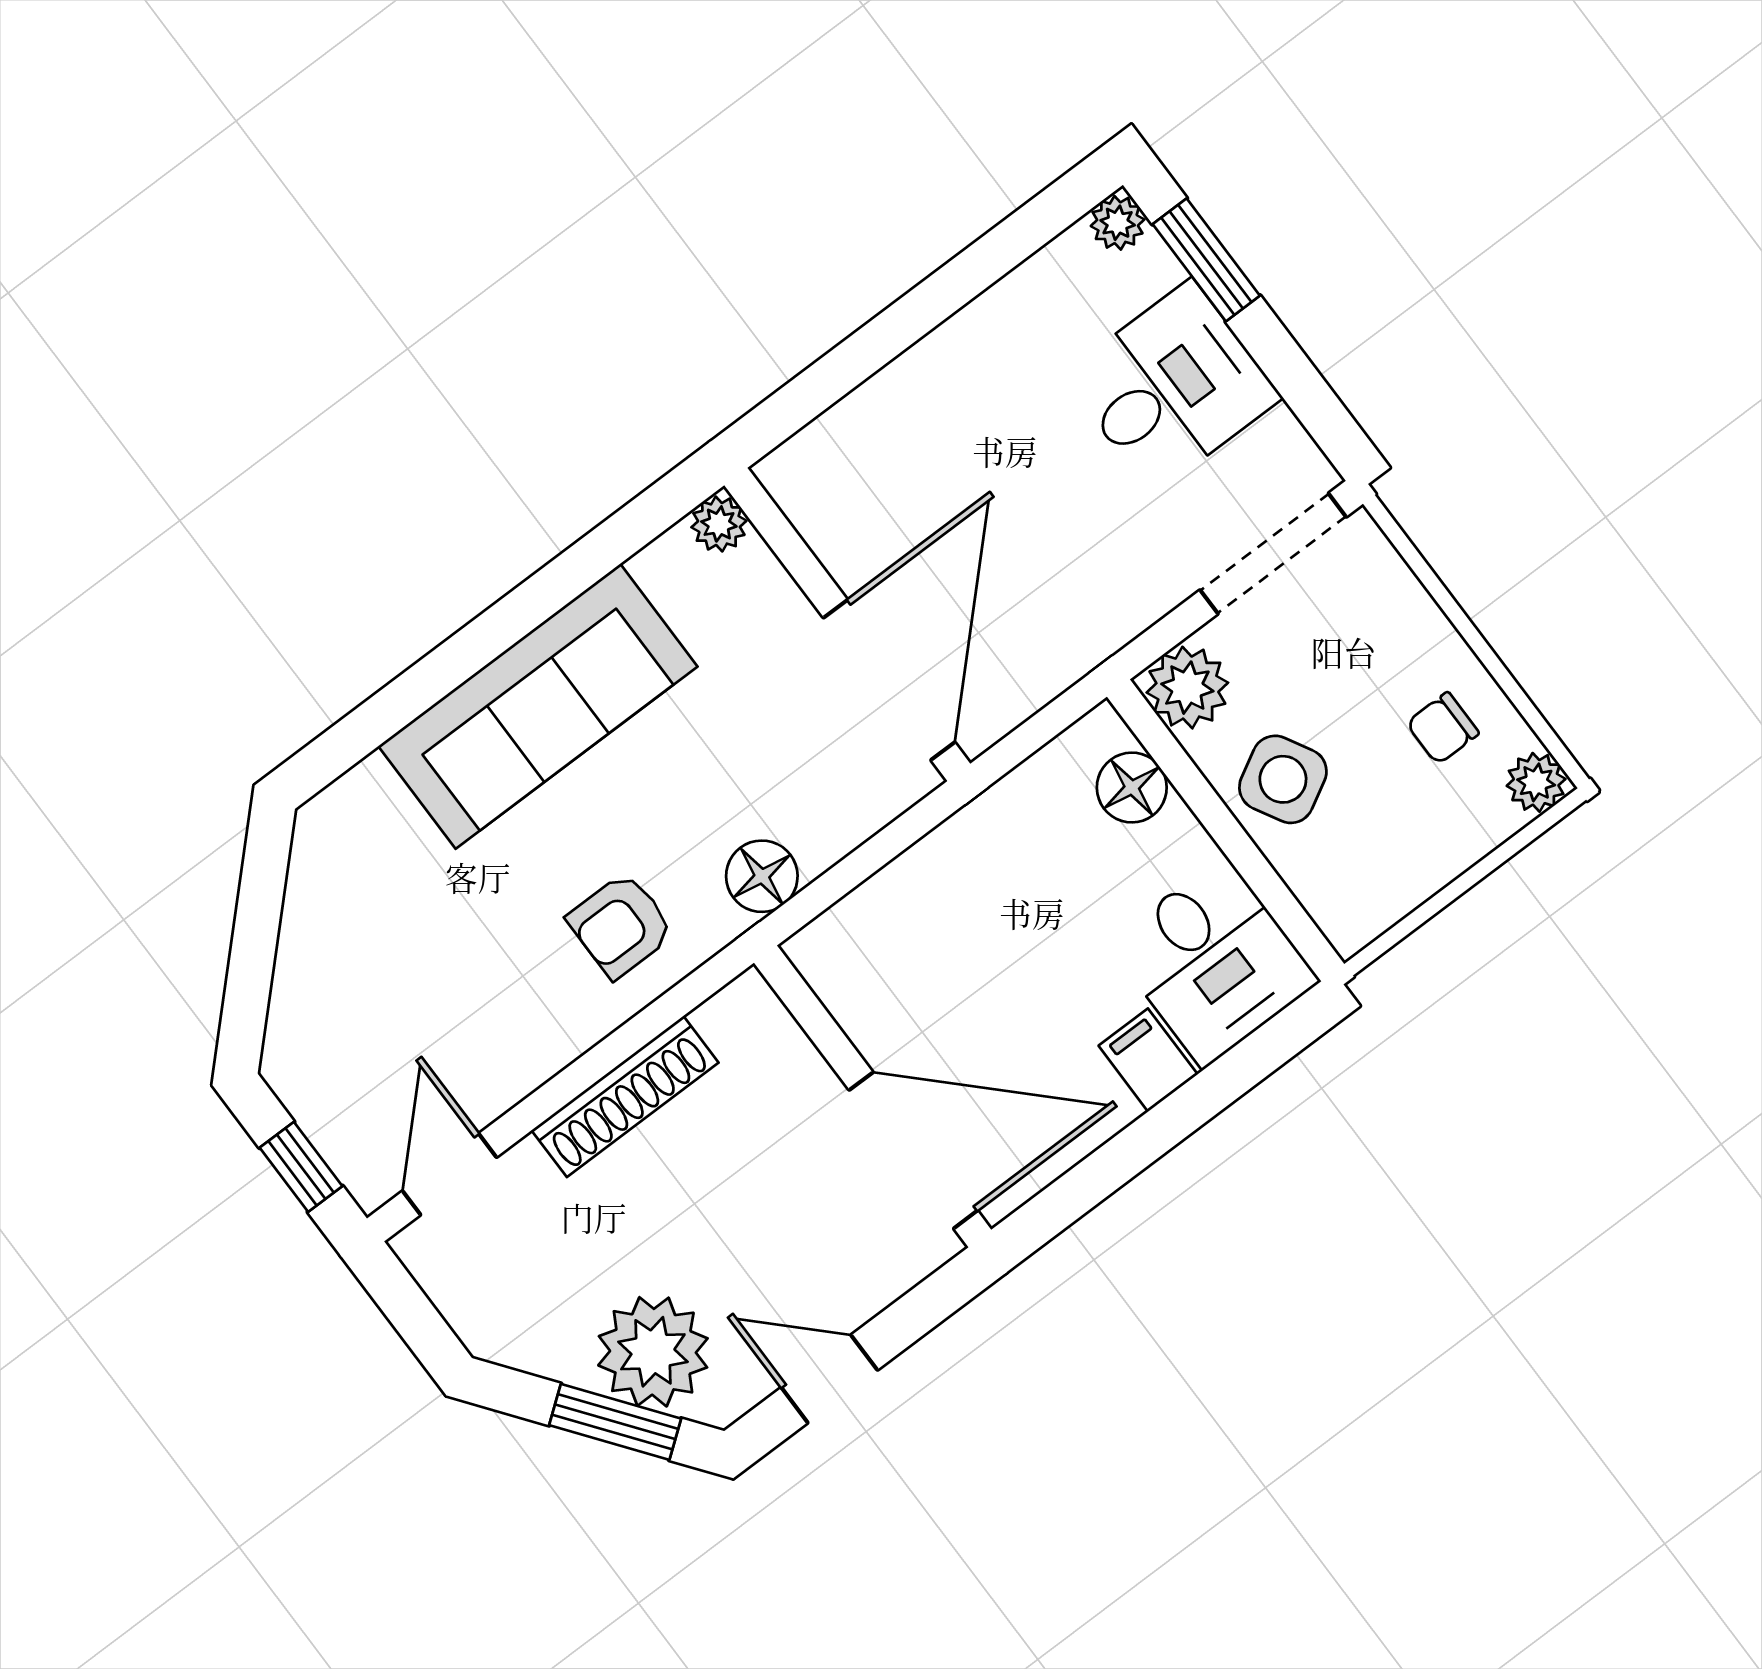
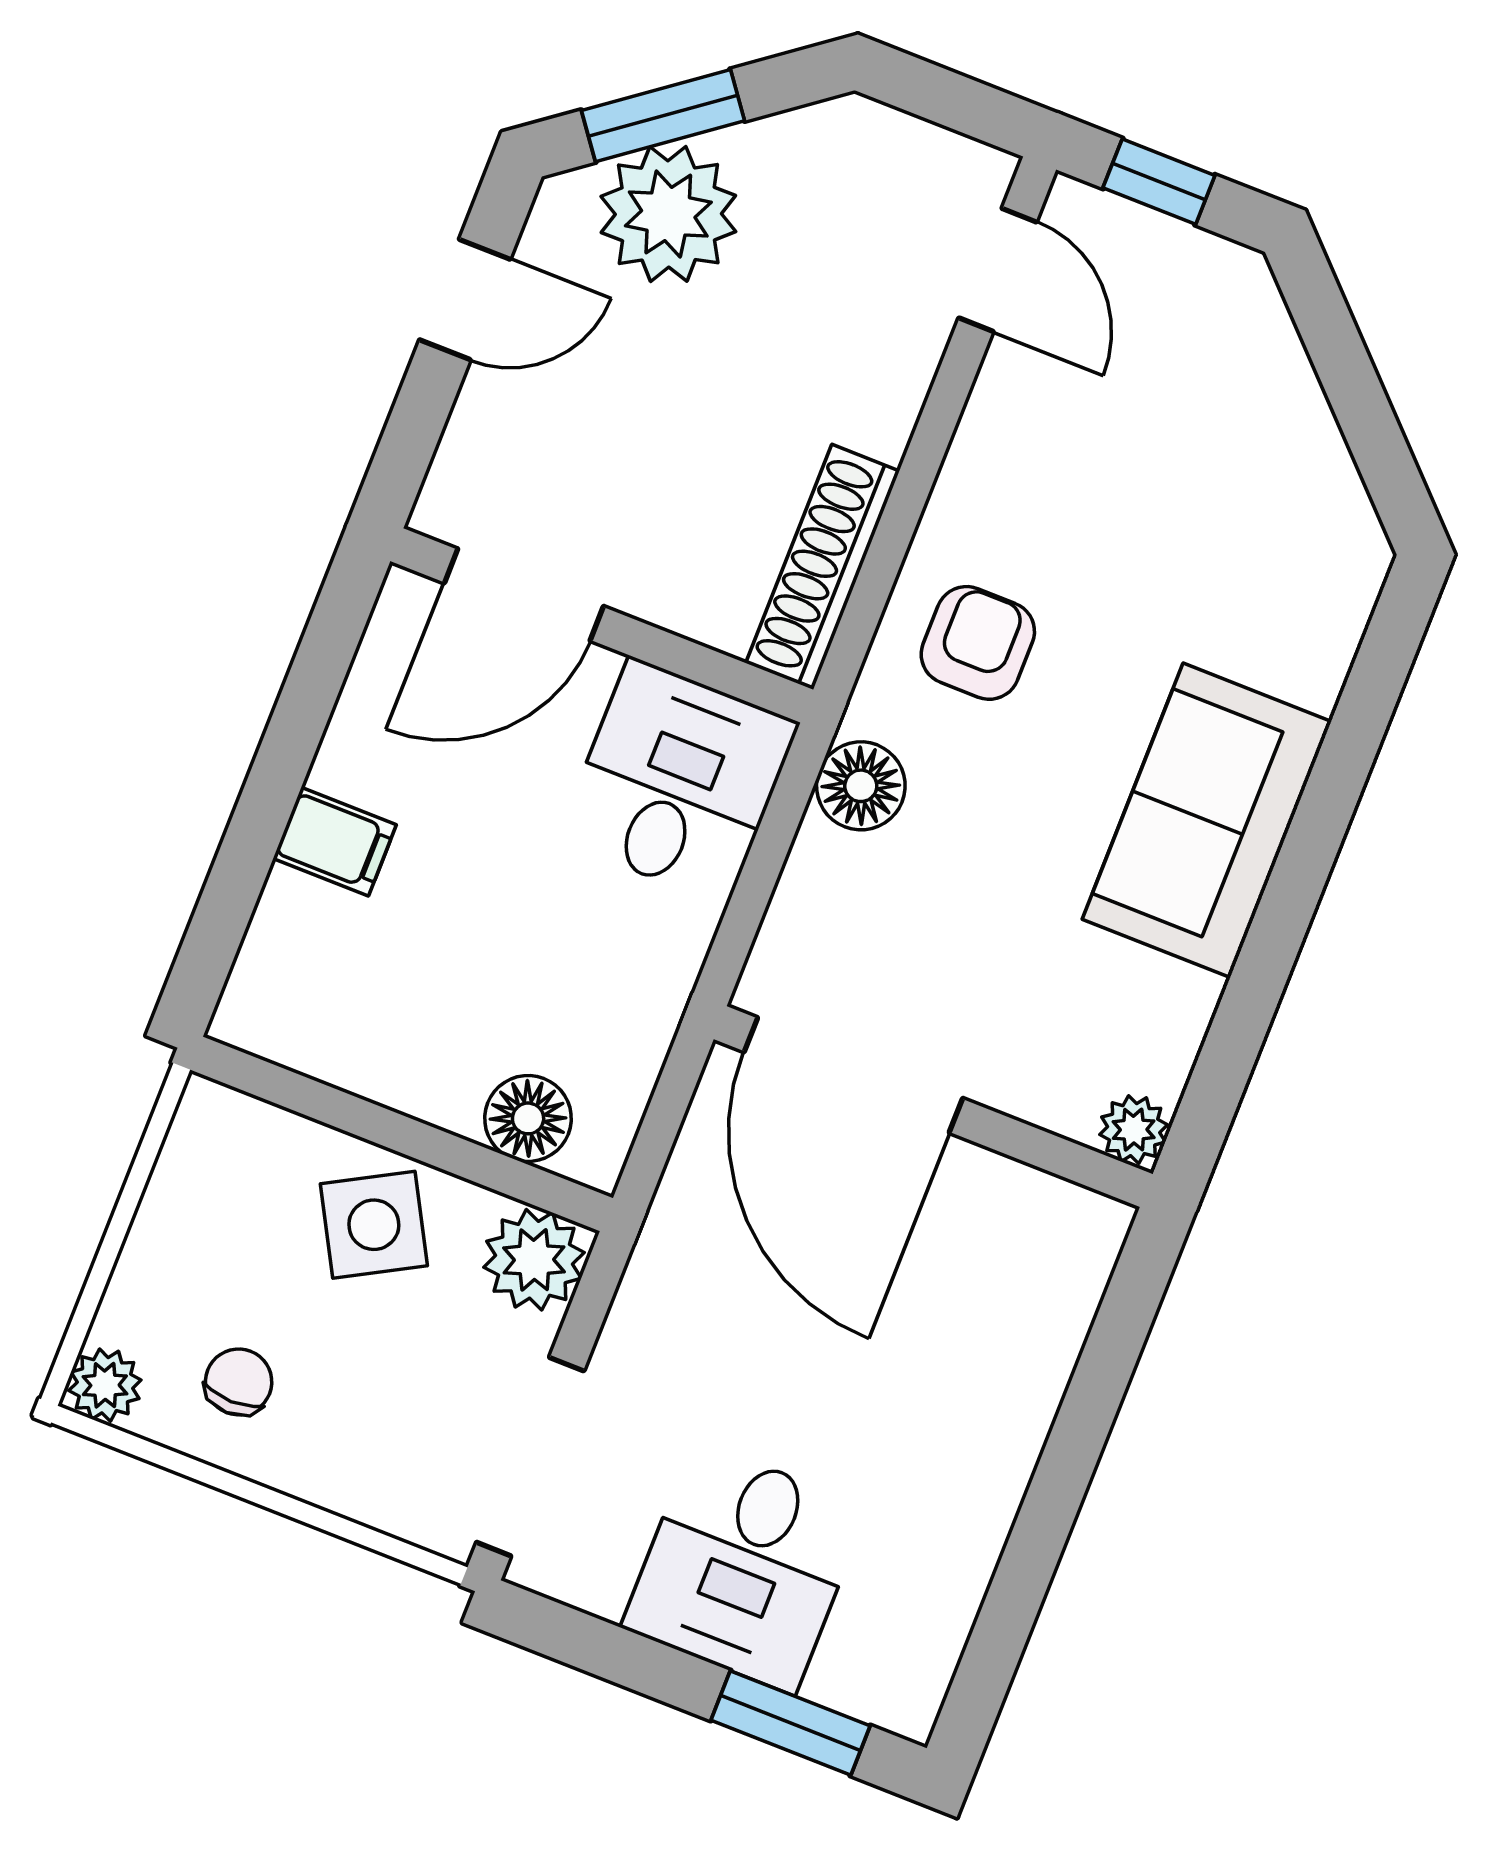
plant: (1118, 223) -> (908, 1705), removed
sofa: (538, 706) -> (1207, 820), width x0.73
desk: (1214, 962) -> (678, 781), moved, turned 90
shoe rack: (625, 1096) -> (823, 567), moved
door: (913, 1150) -> (524, 595), width x0.73

